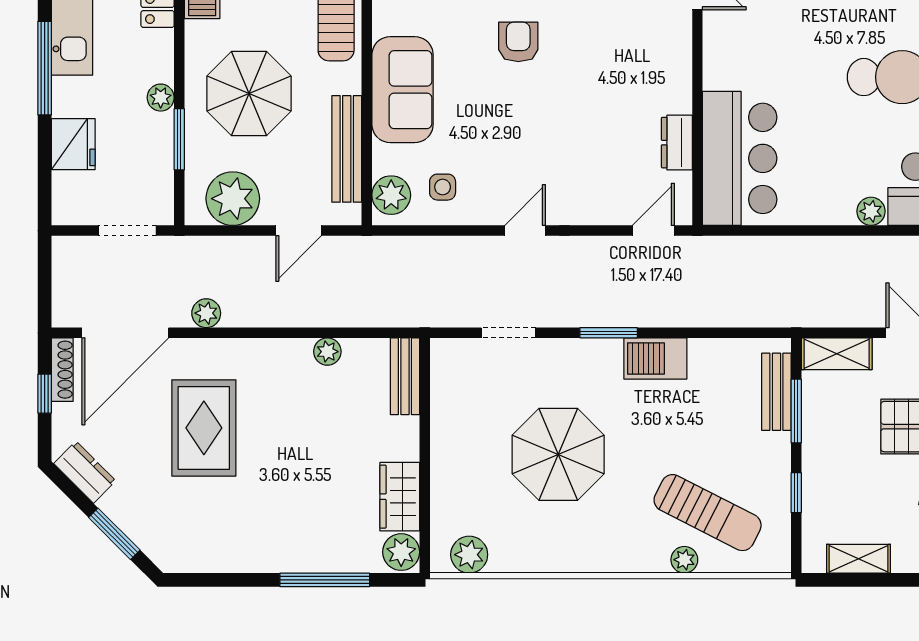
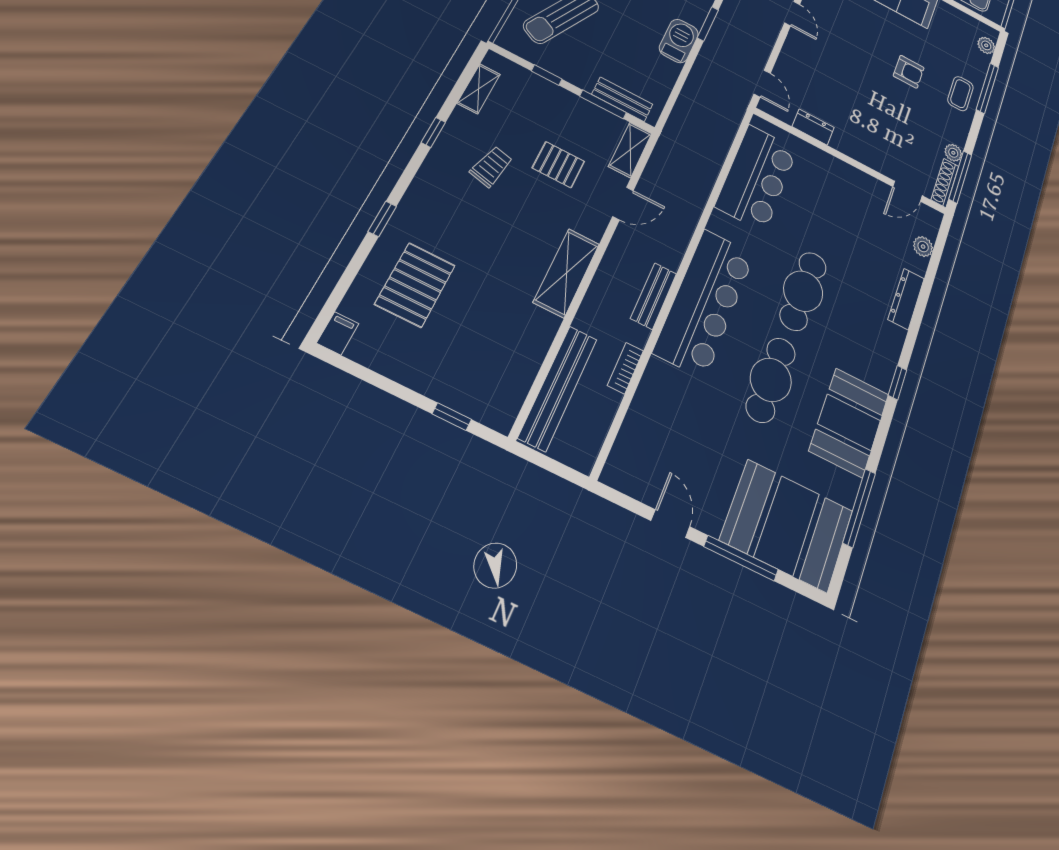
bar counter: (740, 158) -> (757, 178), moved, turned -90
plant: (871, 211) -> (719, 223), removed

